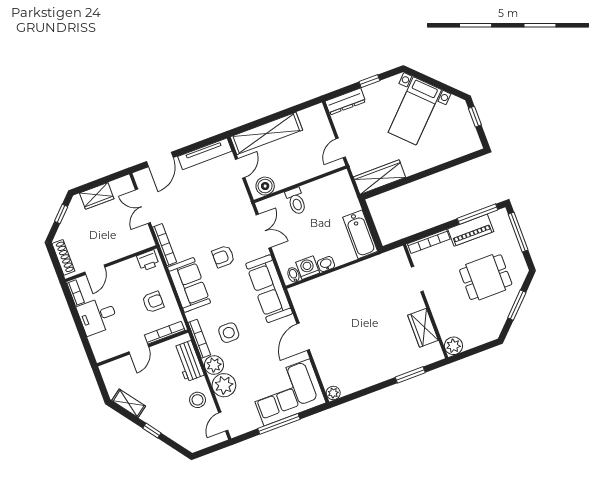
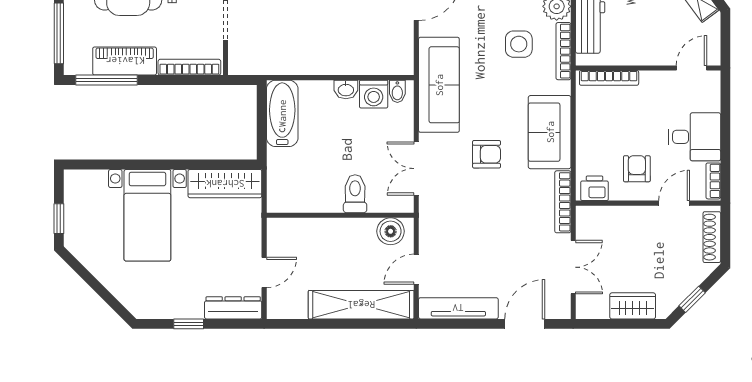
bed with nightstands: (415, 111) -> (147, 215), moved, turned 135
door: (341, 148) -> (264, 272), moved
armchair: (153, 302) -> (637, 169), moved, turned 90
door: (139, 349) -> (691, 68), moved

